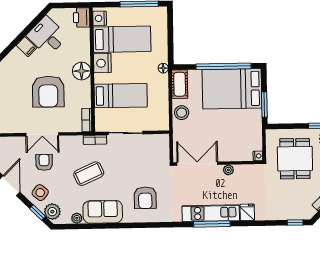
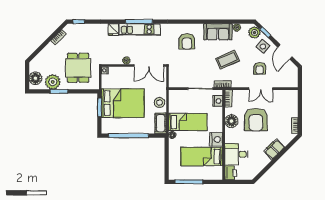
nightstand: (100, 18) -> (218, 101), moved
desk: (47, 36) -> (236, 154), moved, turned 135
filing cabinet: (26, 47) -> (274, 149), width x2.00
floor lamp: (82, 71) -> (231, 121), moved
bed: (232, 89) -> (123, 103), moved
armchair: (48, 92) -> (256, 120), turned 180
bed: (121, 96) -> (188, 122), moved, turned 180
double door: (42, 134) -> (261, 89), swing flipped
armchair: (145, 198) -> (187, 41), turned 180

